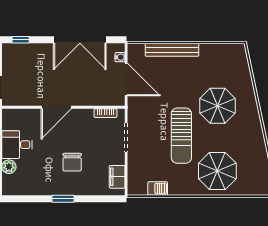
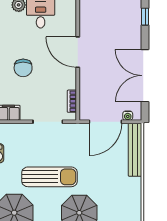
bench: (172, 50) -> (135, 150), moved
sun lounger: (181, 136) -> (50, 177), turned 180
chair: (72, 162) -> (23, 68), turned -90

